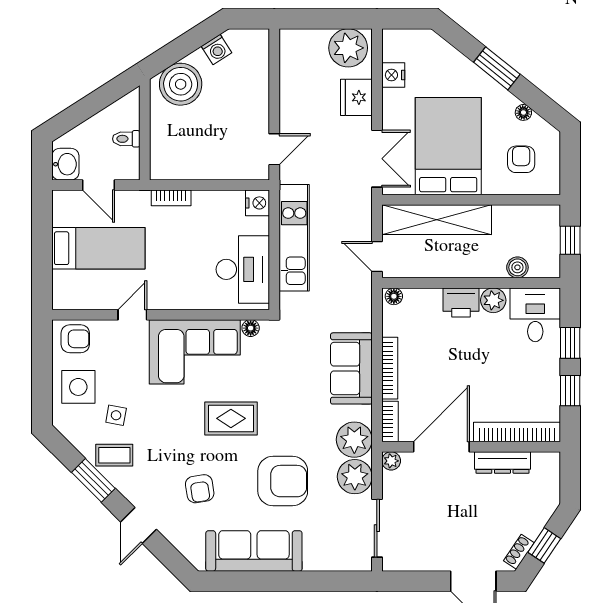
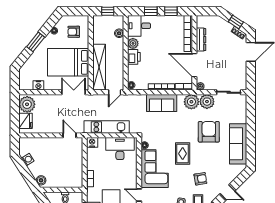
boiler: (181, 84) -> (41, 180), width x0.54, depth x0.54
fridge: (356, 97) -> (26, 121), moved, turned -90
armchair: (200, 489) -> (200, 179), moved

